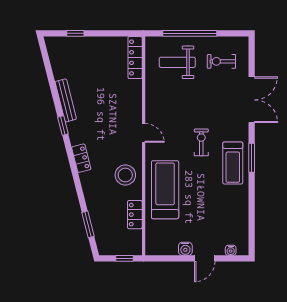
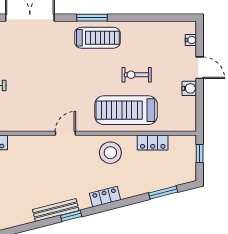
bench: (66, 100) -> (56, 210), moved
window: (63, 125) -> (71, 216), moved
exercise bike: (201, 142) -> (137, 75), moved
locker: (81, 158) -> (105, 197), moved

